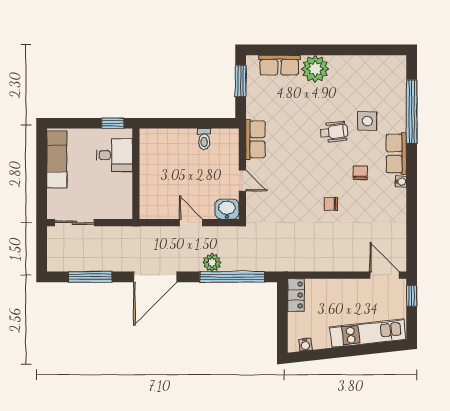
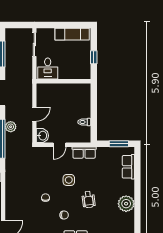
plant: (315, 69) -> (126, 204), moved
side table: (367, 121) -> (69, 180), moved
window: (113, 123) -> (94, 57), moved
desk: (114, 155) -> (48, 69), moved

